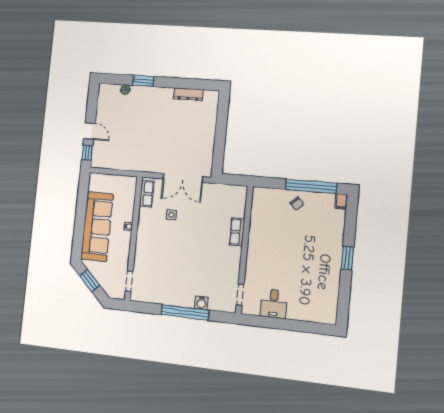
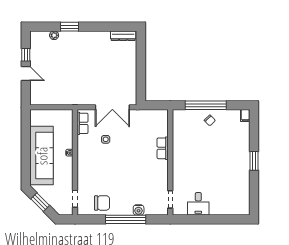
dresser: (188, 94) -> (123, 36), moved
window: (87, 153) -> (26, 55), moved
window: (311, 186) -> (206, 105), moved
chair: (160, 290) -> (102, 203), added

